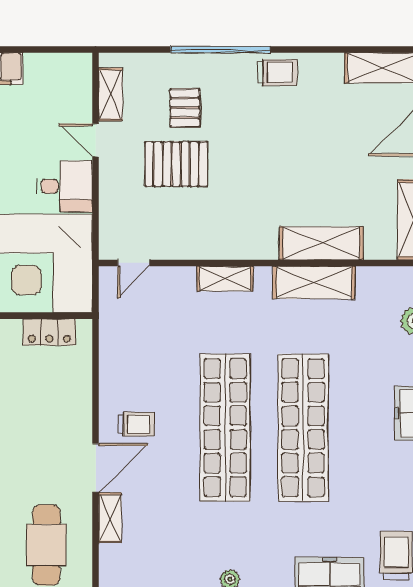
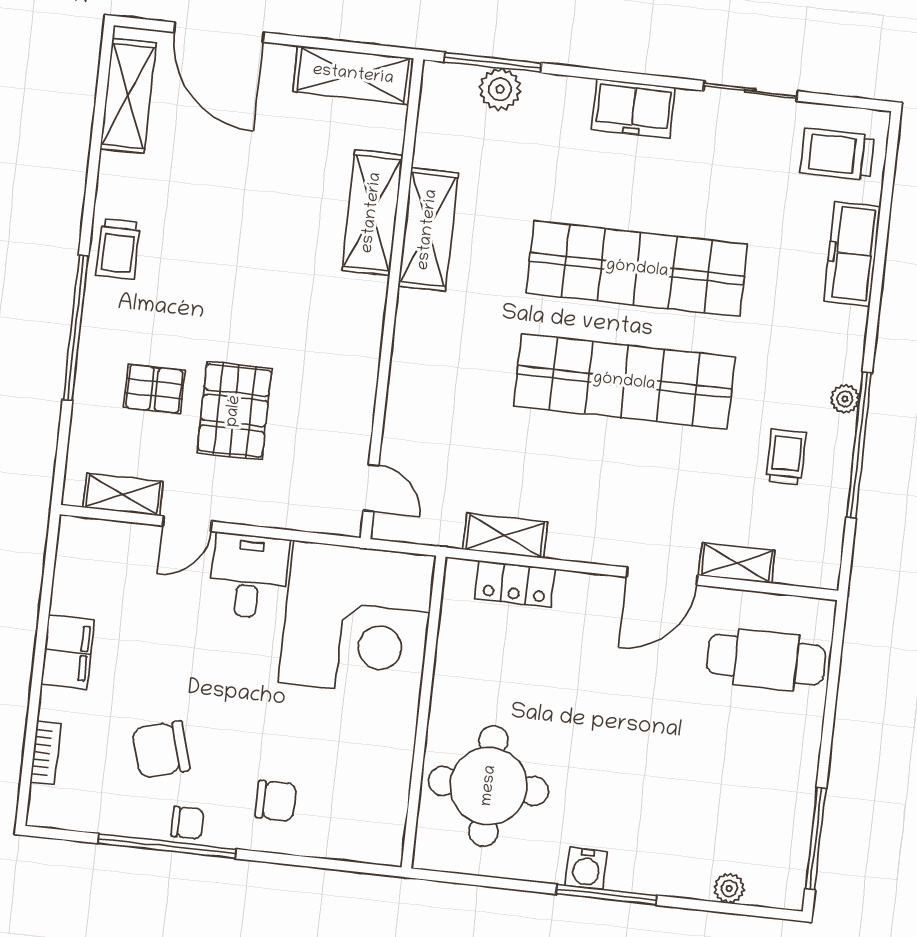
trolley: (277, 73) -> (118, 249), turned 180
shelving: (225, 279) -> (505, 536), moved, turned 90
locker: (49, 332) -> (515, 584), moved, turned 90
trolley: (136, 424) -> (786, 457), moved
door: (96, 468) -> (662, 576), swing flipped

